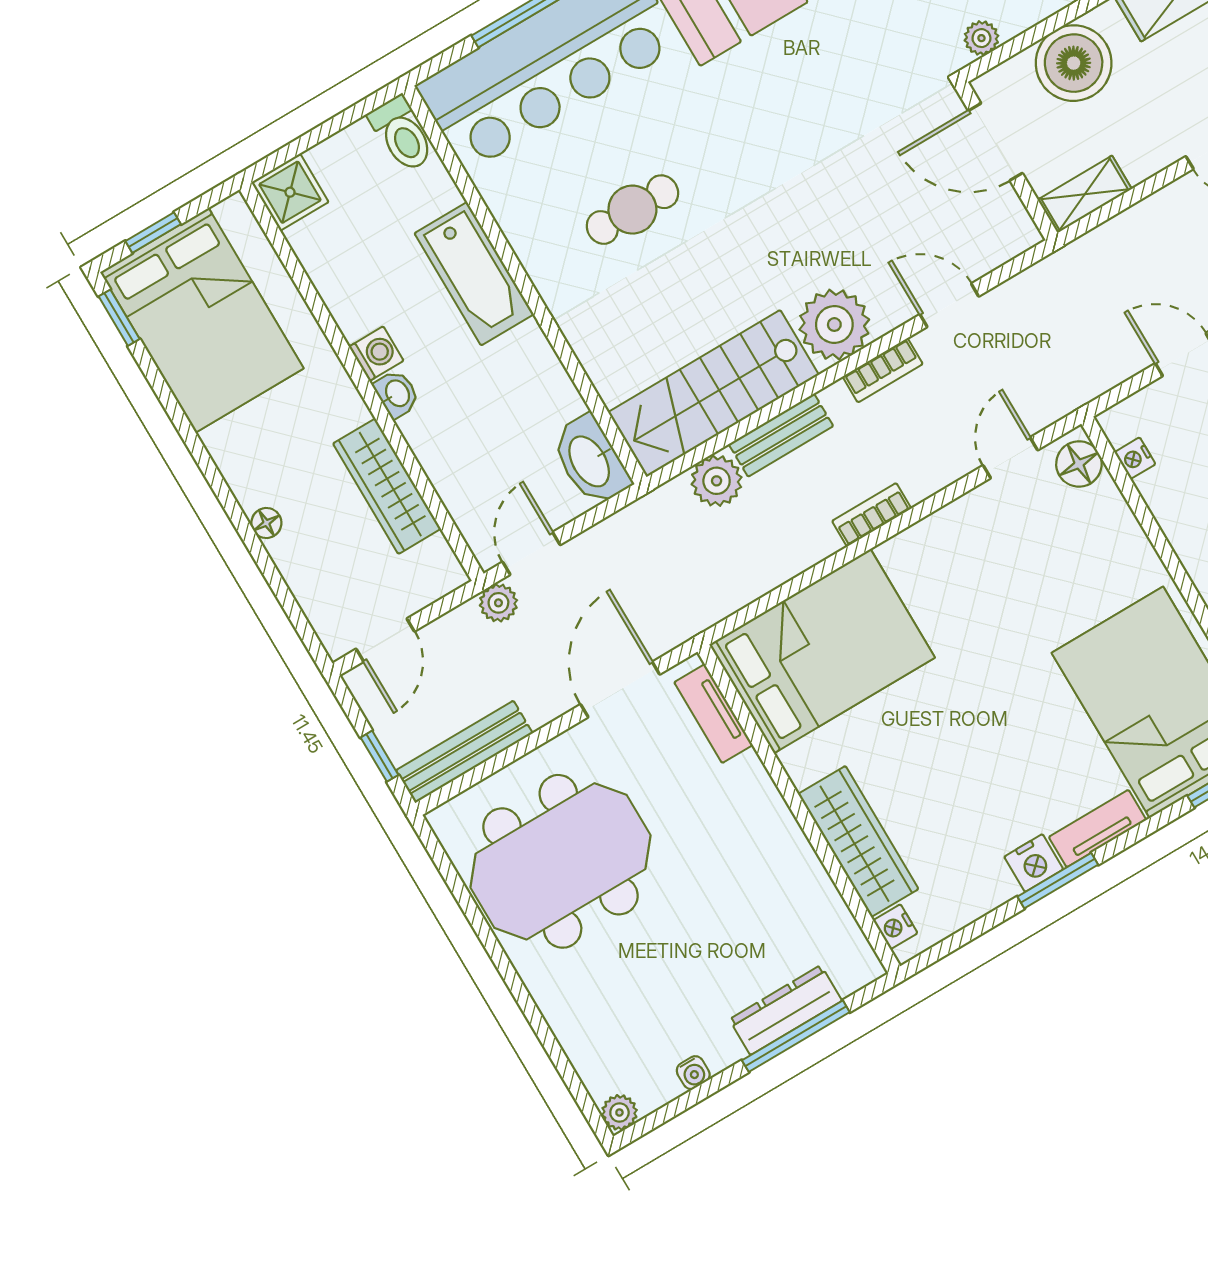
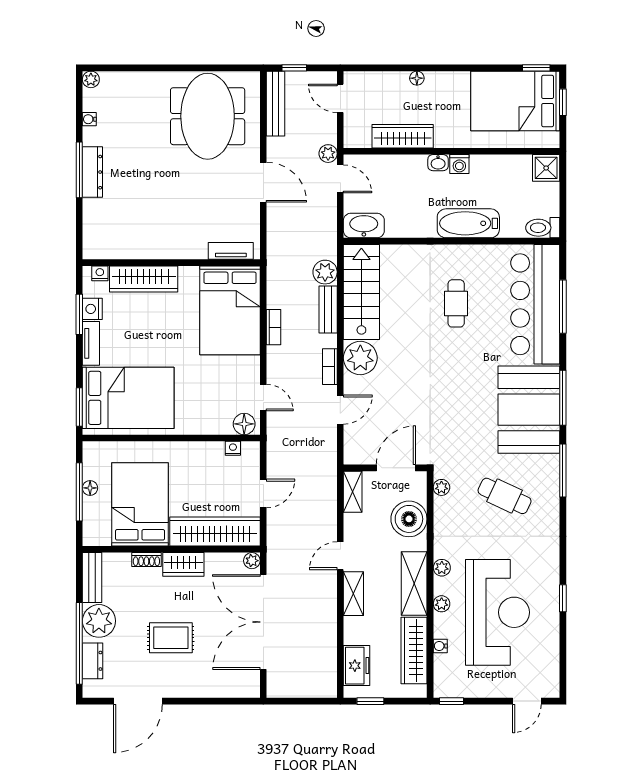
bed: (822, 651) -> (230, 310), moved
tv unit: (713, 714) -> (231, 251), moved
wall: (799, 809) -> (171, 263), moved
wardrobe: (858, 841) -> (144, 279), moved
nightstand: (895, 927) -> (100, 273), moved

